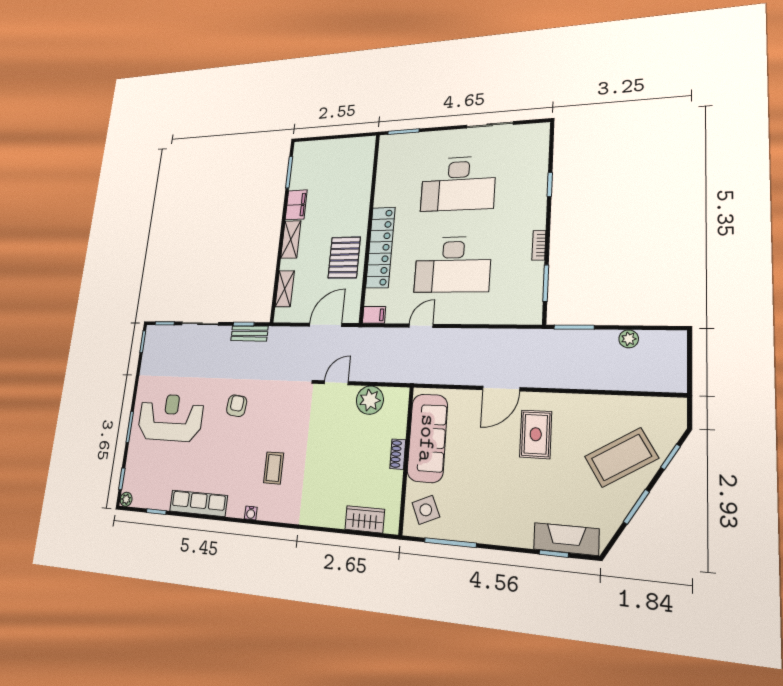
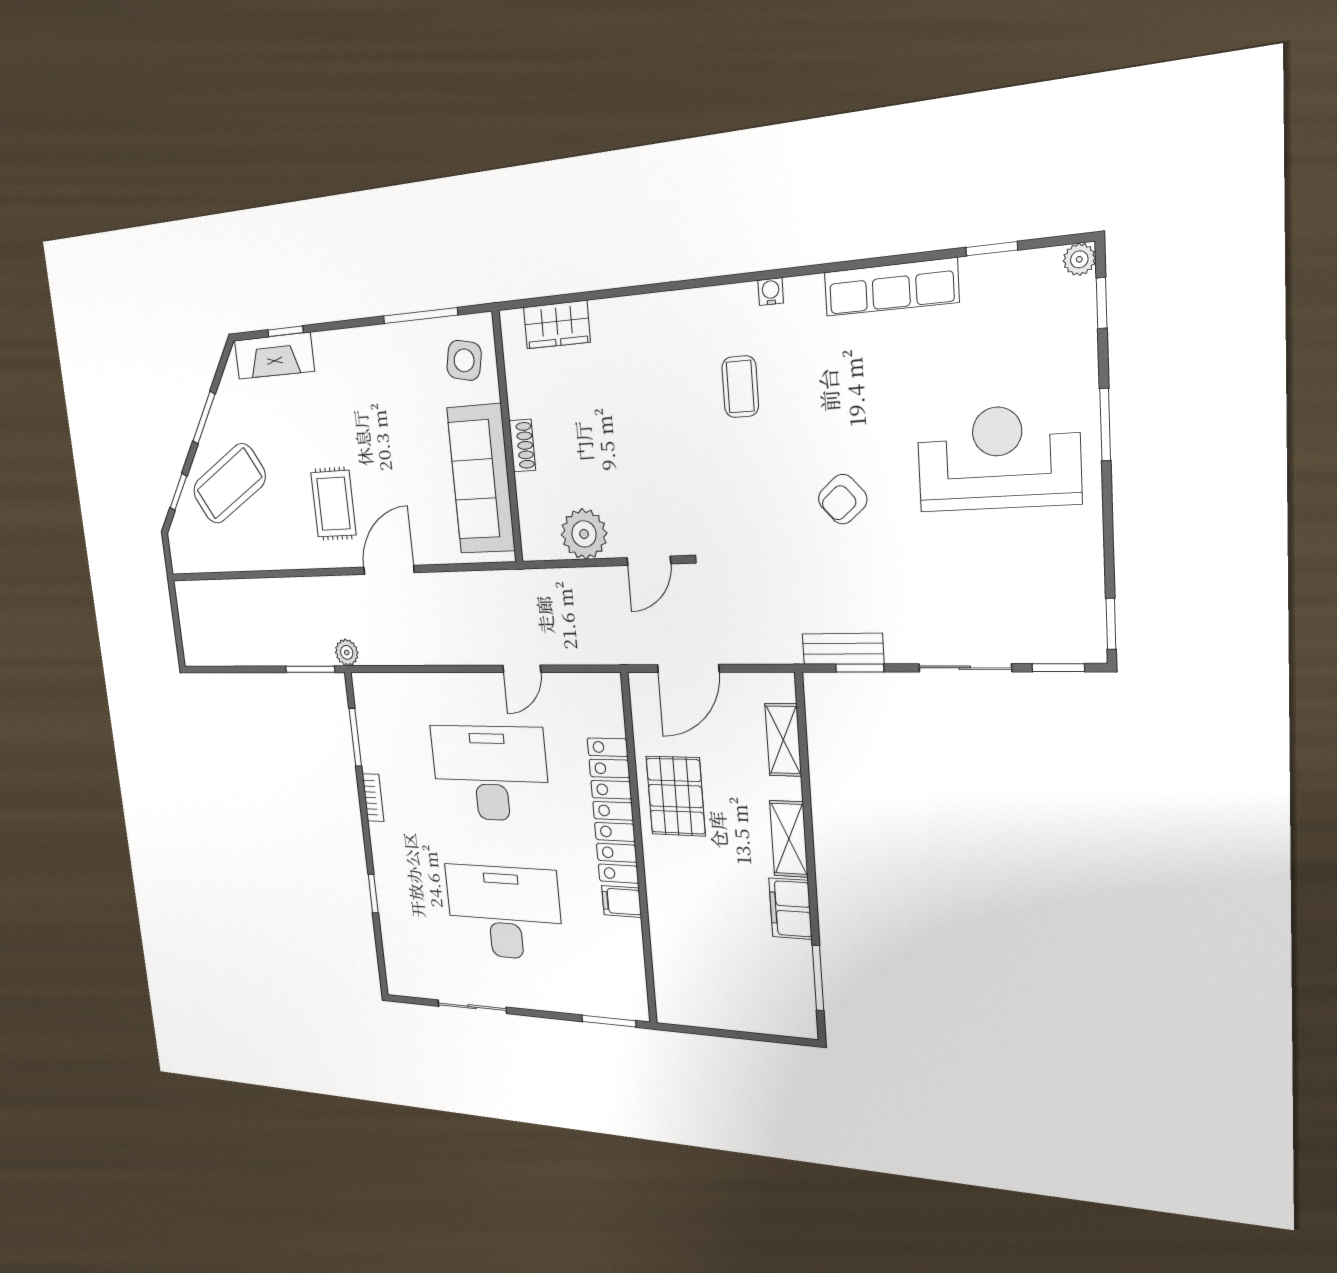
filing cabinet: (374, 315) -> (622, 901), moved
plant: (629, 339) -> (347, 652), moved
armchair: (237, 406) -> (843, 499), turned 43
reception desk: (170, 418) -> (998, 458), turned 180
side table: (426, 510) -> (464, 360), turned 36

